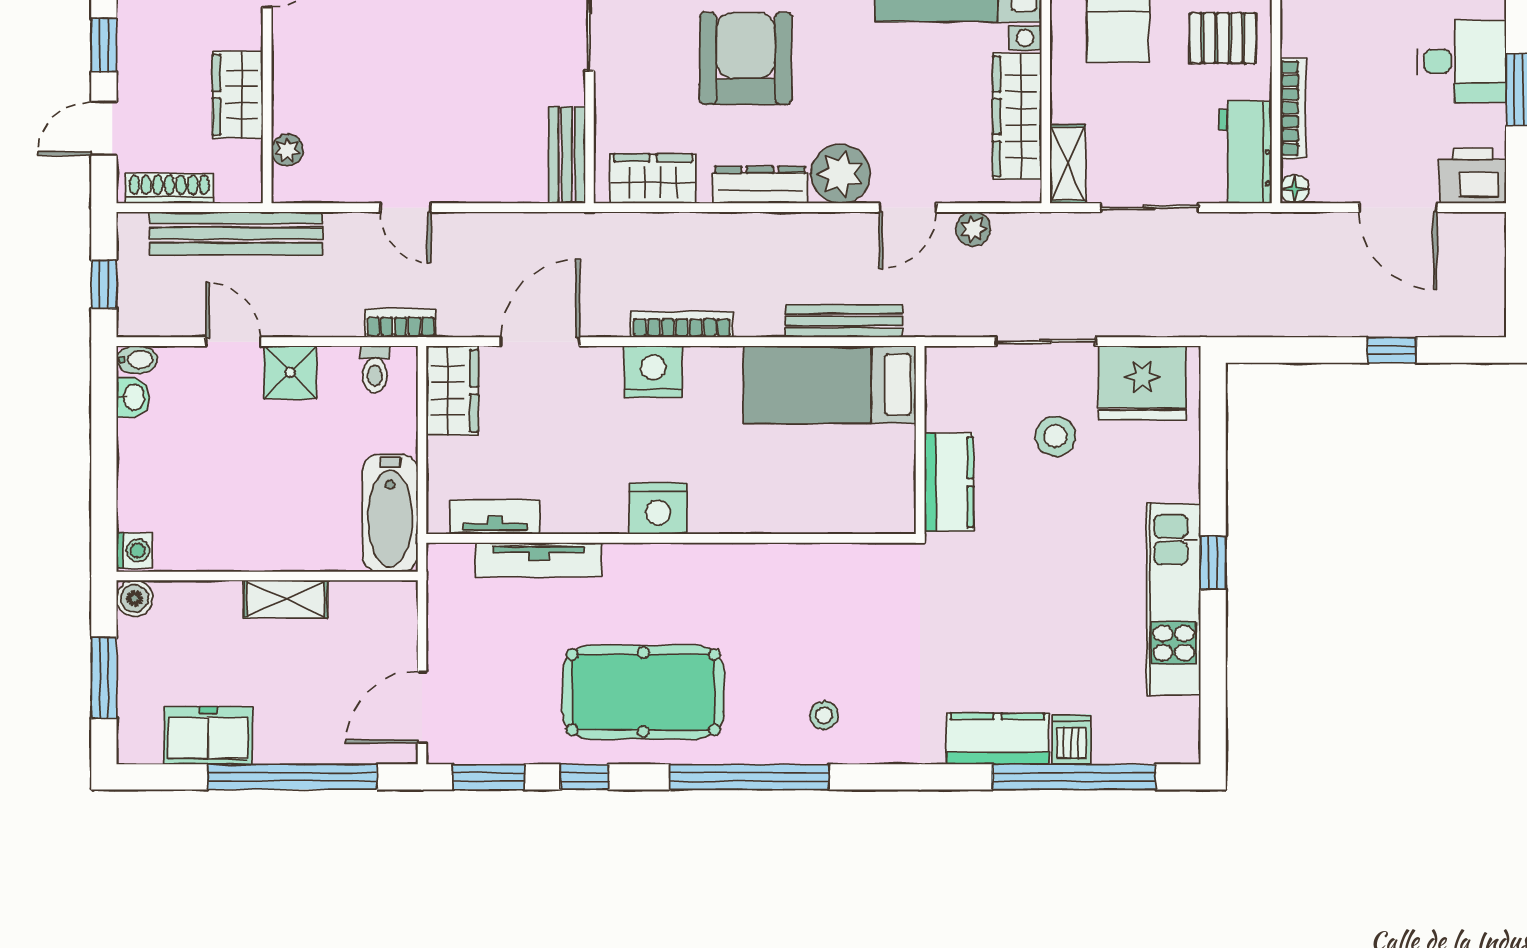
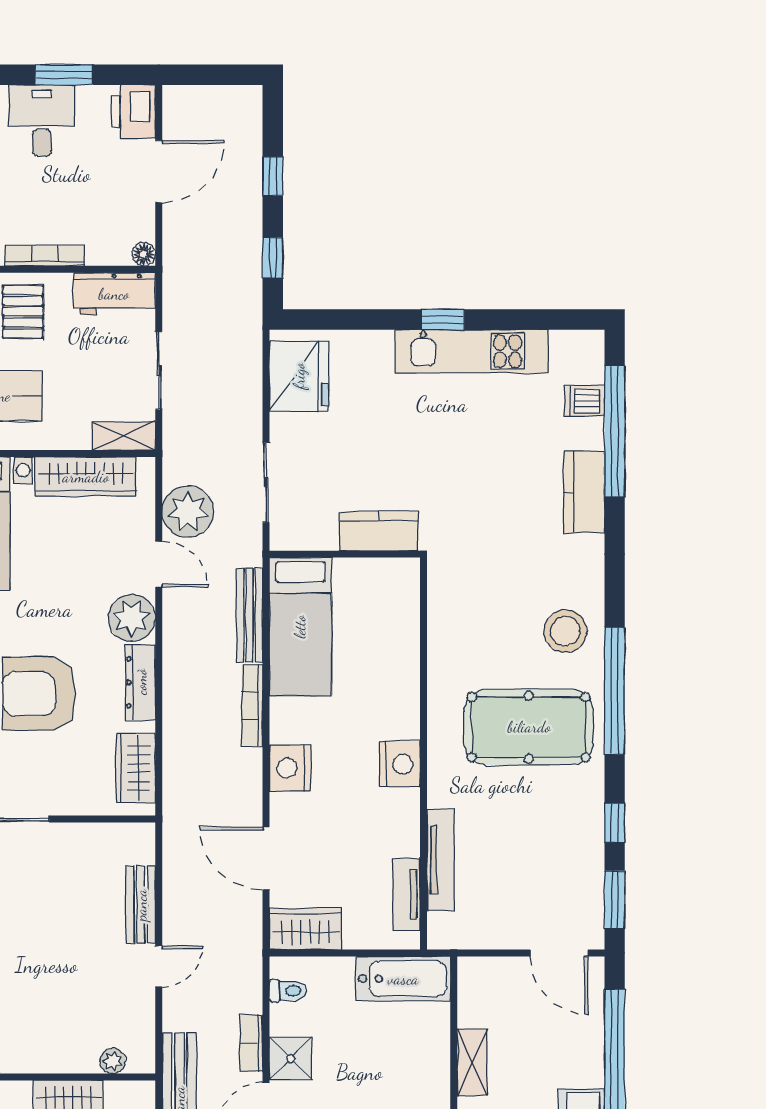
bookcase: (1293, 108) -> (45, 256), moved
bench: (567, 155) -> (141, 905), moved, turned 90
plant: (973, 229) -> (188, 512), width x1.88, depth x1.88
bookcase: (401, 323) -> (251, 1043), moved
bookcase: (682, 324) -> (252, 705), moved
sliding door: (1046, 342) -> (266, 482), moved
window: (1290, 350) -> (273, 258), added
stool: (1055, 436) -> (342, 446), removed
pool table: (643, 692) -> (529, 727), moved, turned 90
stool: (824, 715) -> (565, 631), width x1.89, depth x1.89
dishwasher: (1071, 739) -> (585, 401), moved

